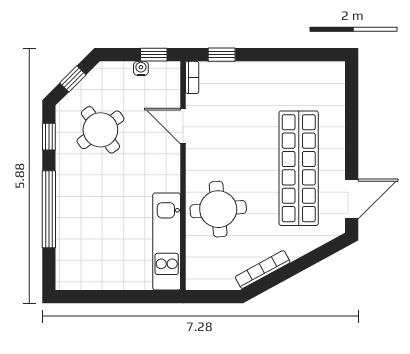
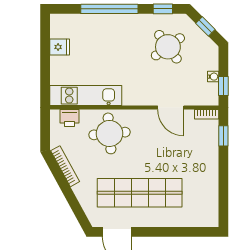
door: (183, 126) -> (171, 108), swing flipped
printer: (197, 263) -> (70, 118), added
fridge: (101, 277) -> (60, 47), added

